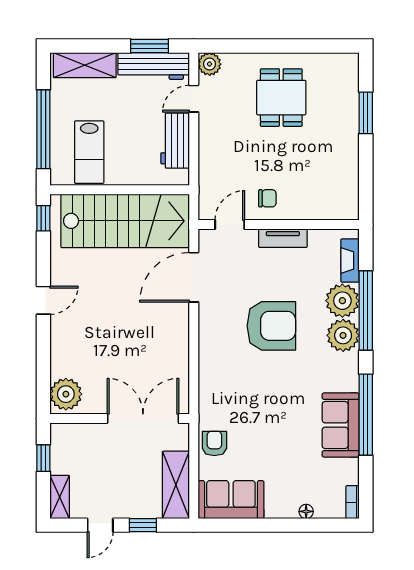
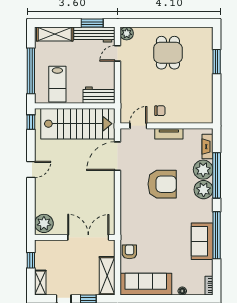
workbench: (175, 141) -> (99, 95), moved, turned 90
sofa: (231, 500) -> (146, 284), width x1.36

